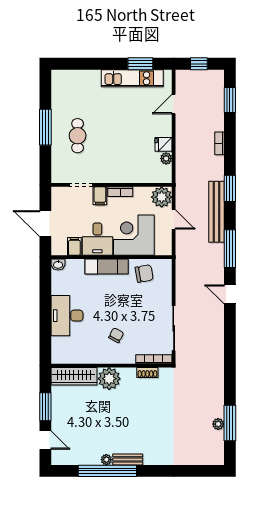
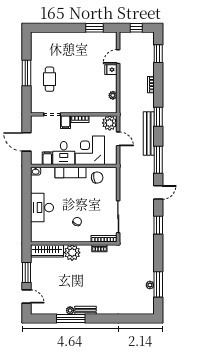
kitchen unit: (132, 78) -> (89, 38), removed
fridge: (164, 144) -> (111, 70), moved
door: (230, 294) -> (158, 192), swing flipped
window: (230, 340) -> (158, 225), added
window: (107, 471) -> (71, 318), width x0.68

